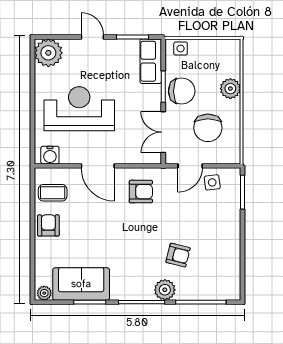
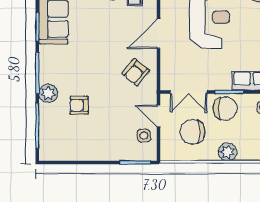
chair: (182, 91) -> (225, 108), turned -90
double door: (163, 132) -> (189, 92), swing flipped
armchair: (141, 192) -> (136, 72), turned 40
armchair: (178, 255) -> (79, 105), turned 76

